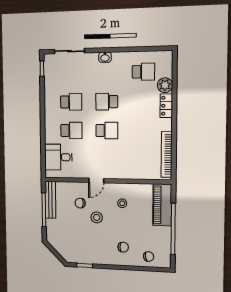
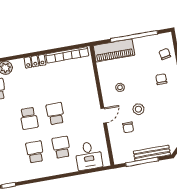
locker: (166, 106) -> (35, 61), moved
door: (96, 181) -> (104, 116), hinge flipped
bench: (51, 200) -> (152, 153), moved

